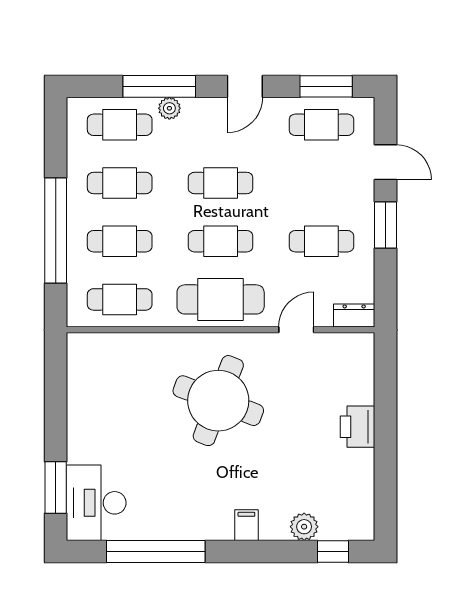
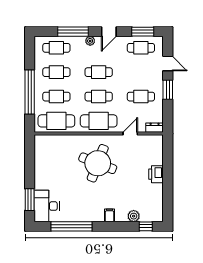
plant: (169, 108) -> (90, 41), moved
cafe table: (120, 299) -> (56, 121), width x1.37, depth x1.35

